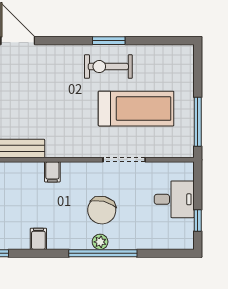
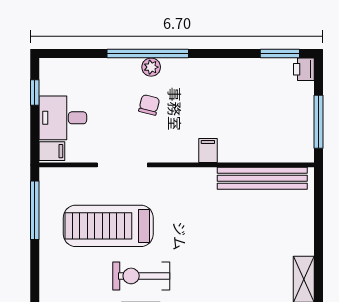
exercise bike: (108, 67) -> (141, 276), turned 180
chair: (102, 210) -> (149, 105), width x0.54, depth x0.54
filing cabinet: (38, 239) -> (52, 151), moved, turned -90

